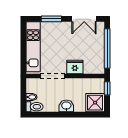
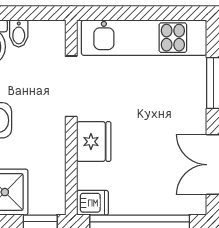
dishwasher: (99, 67) -> (93, 203), added

